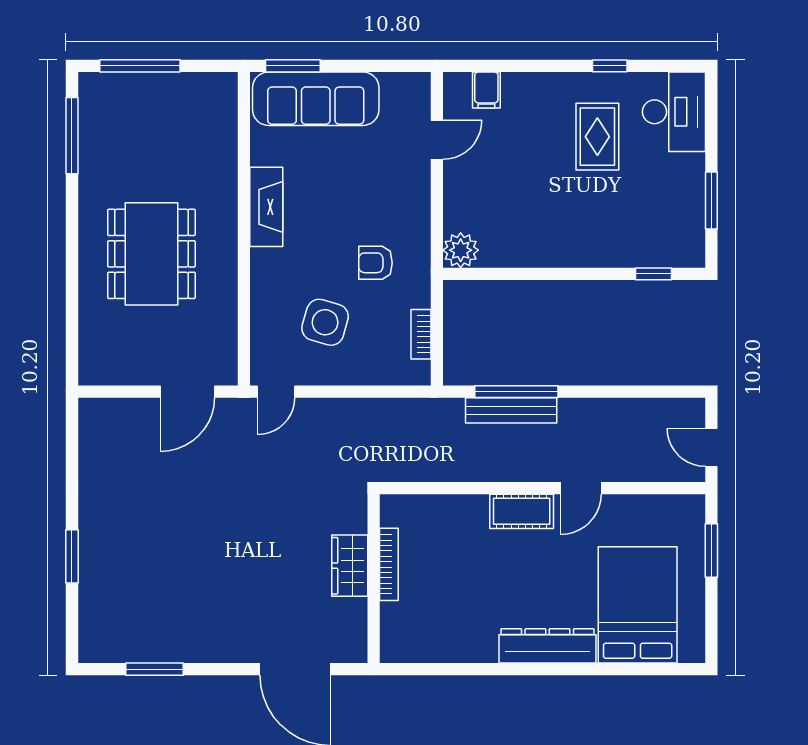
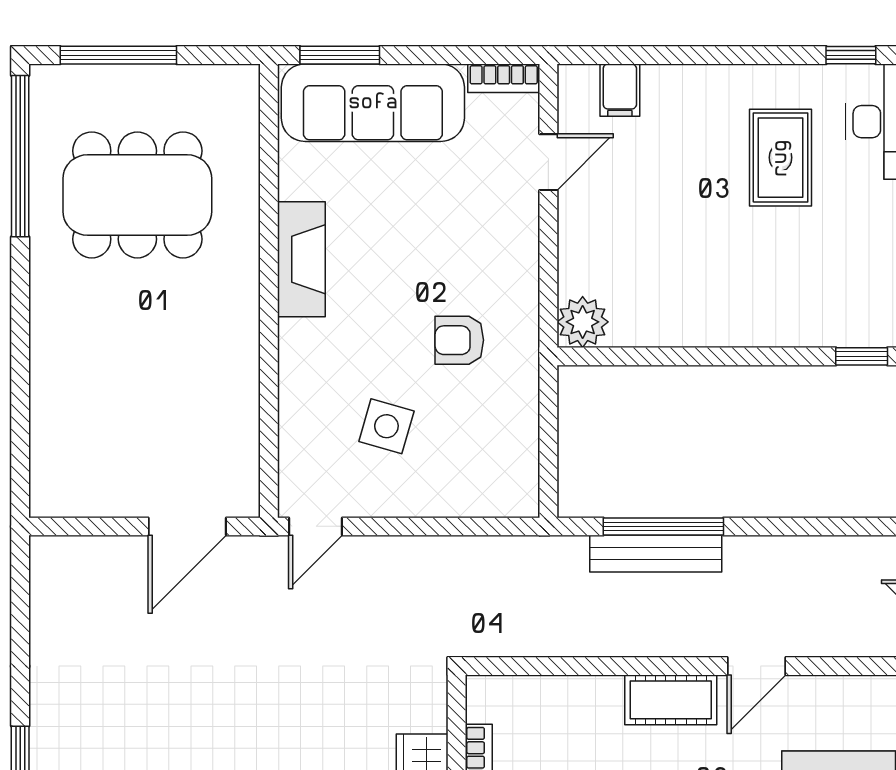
window: (610, 66) -> (851, 55), moved
window: (72, 136) -> (20, 156), width x1.46
dining table: (151, 254) -> (137, 195), moved, turned 90
side table: (325, 322) -> (386, 426), width x0.73, depth x0.73
bookcase: (421, 334) -> (504, 78), moved, turned -90

